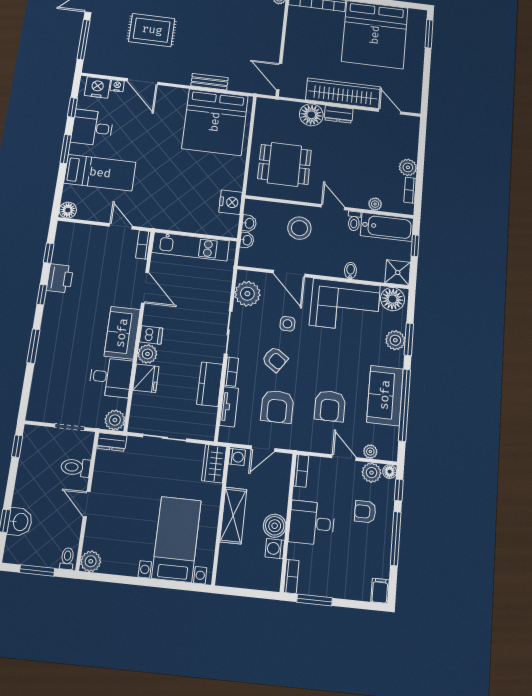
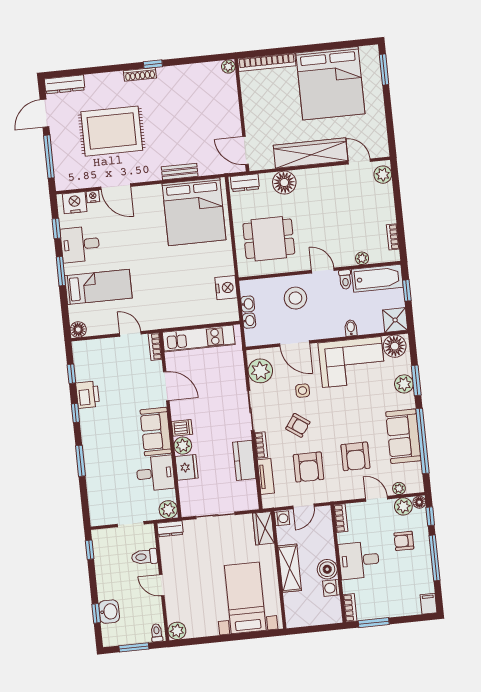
rug: (152, 30) -> (112, 131), width x1.37, depth x1.44
dresser: (339, 114) -> (245, 183), moved
plant: (408, 167) -> (383, 175), moved

